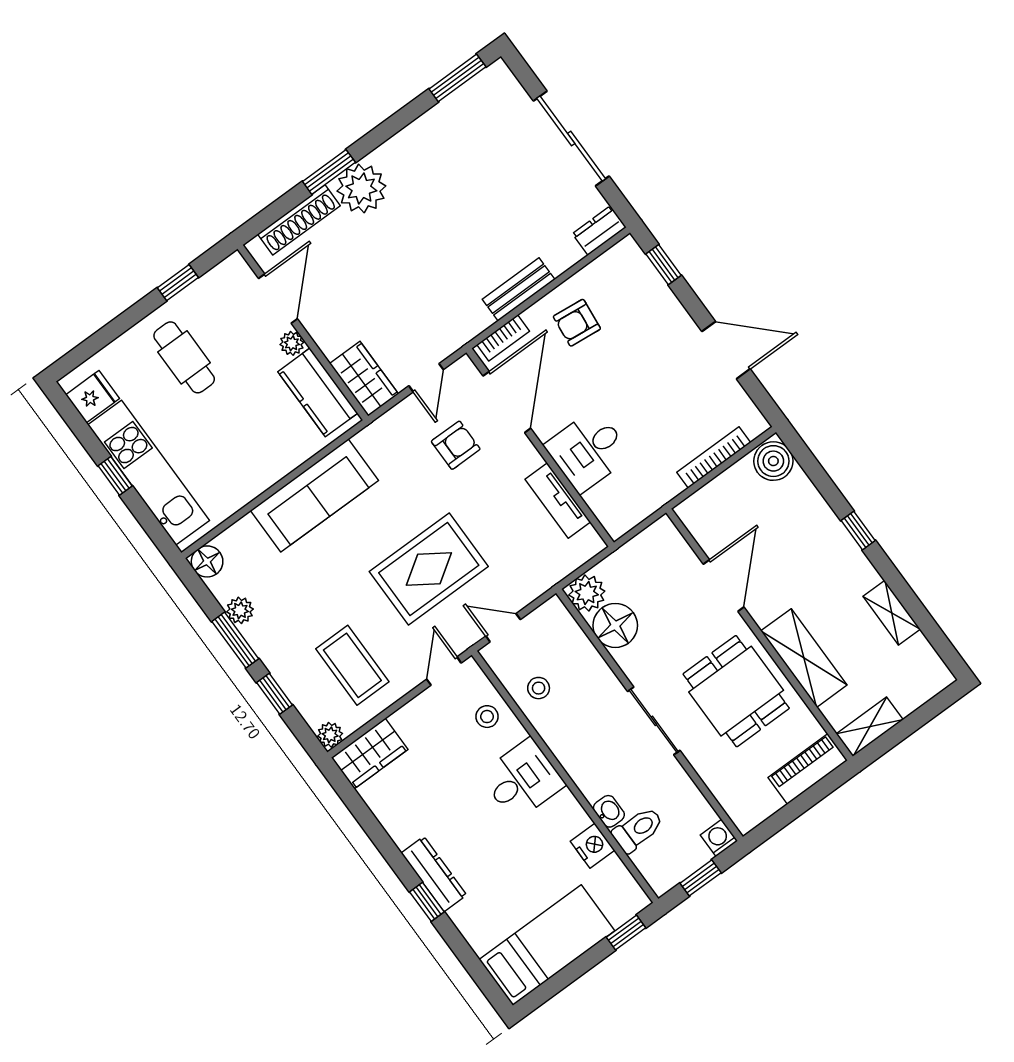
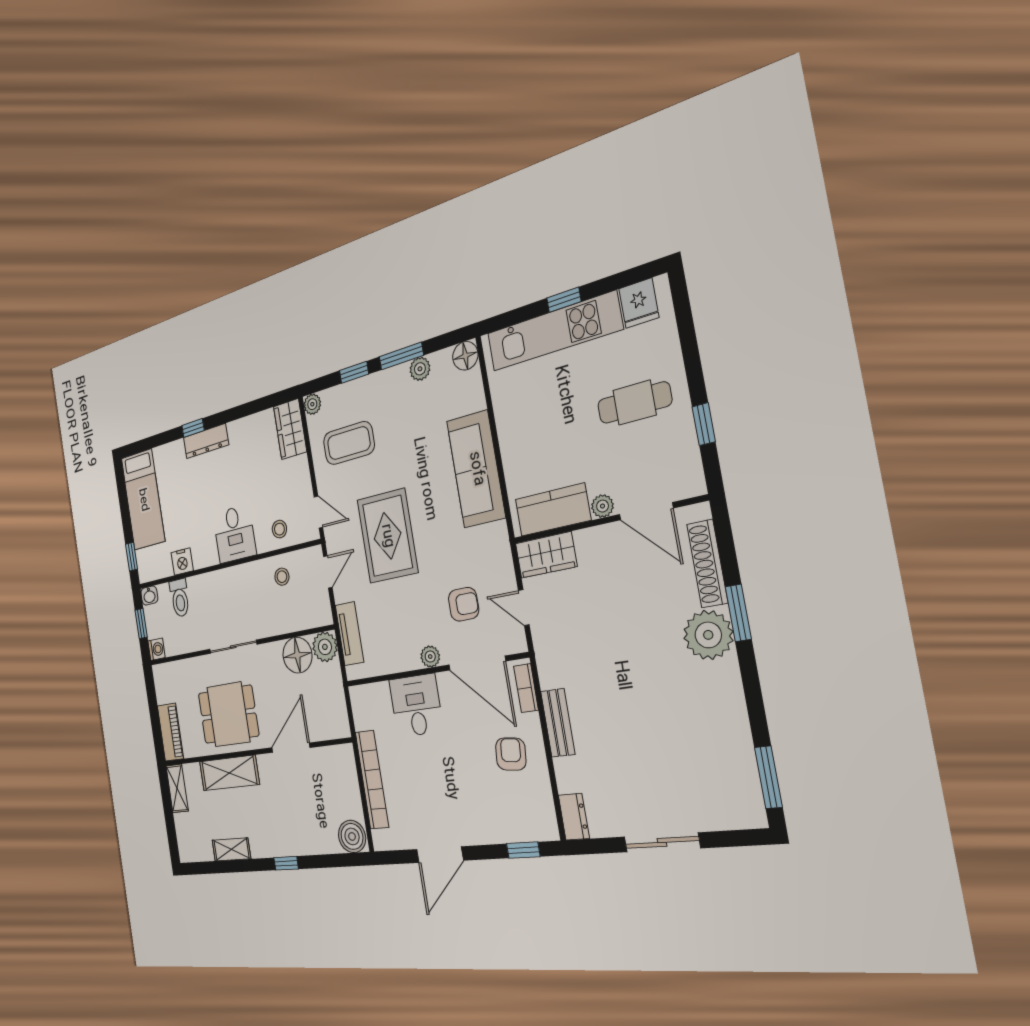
sliding door: (571, 138) -> (662, 842), width x0.73
armchair: (456, 445) -> (464, 604), turned -90
bookcase: (714, 457) -> (372, 780), width x1.48, depth x1.31
plant: (528, 458) -> (430, 657), added
tv unit: (558, 501) -> (349, 634), moved, turned 90
door: (724, 586) -> (291, 748), swing flipped
washbasin: (609, 811) -> (149, 596), moved

